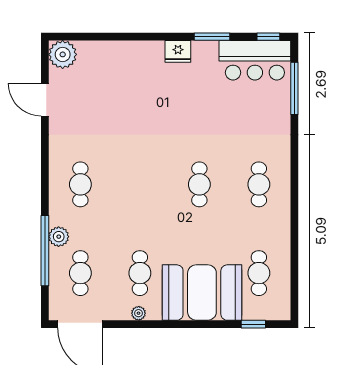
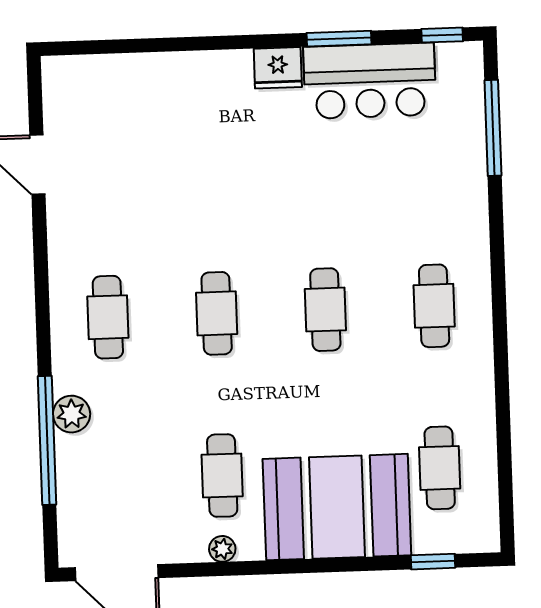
plant: (63, 54) -> (67, 81), removed
bar counter: (255, 60) -> (370, 81), moved
cafe table: (80, 273) -> (217, 313), moved

